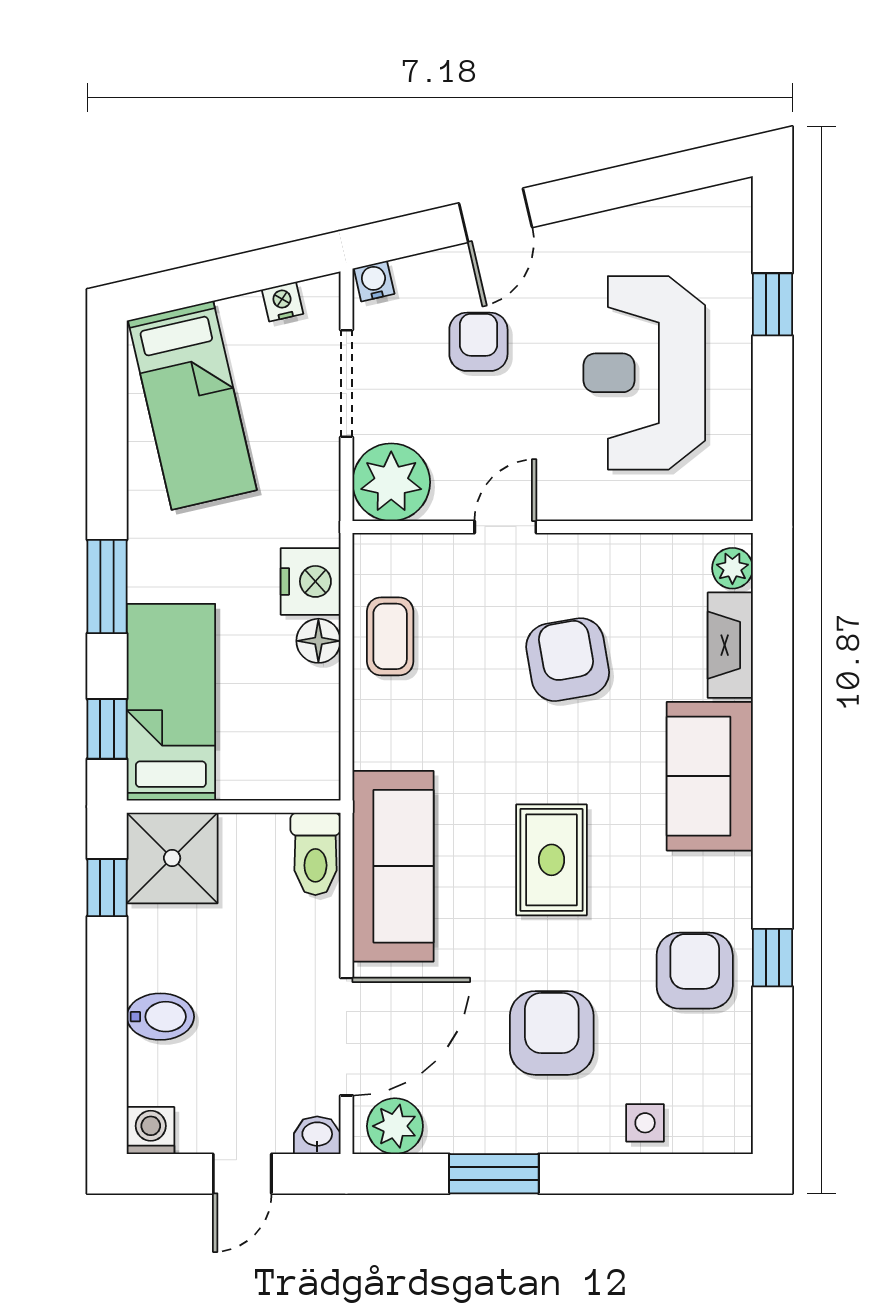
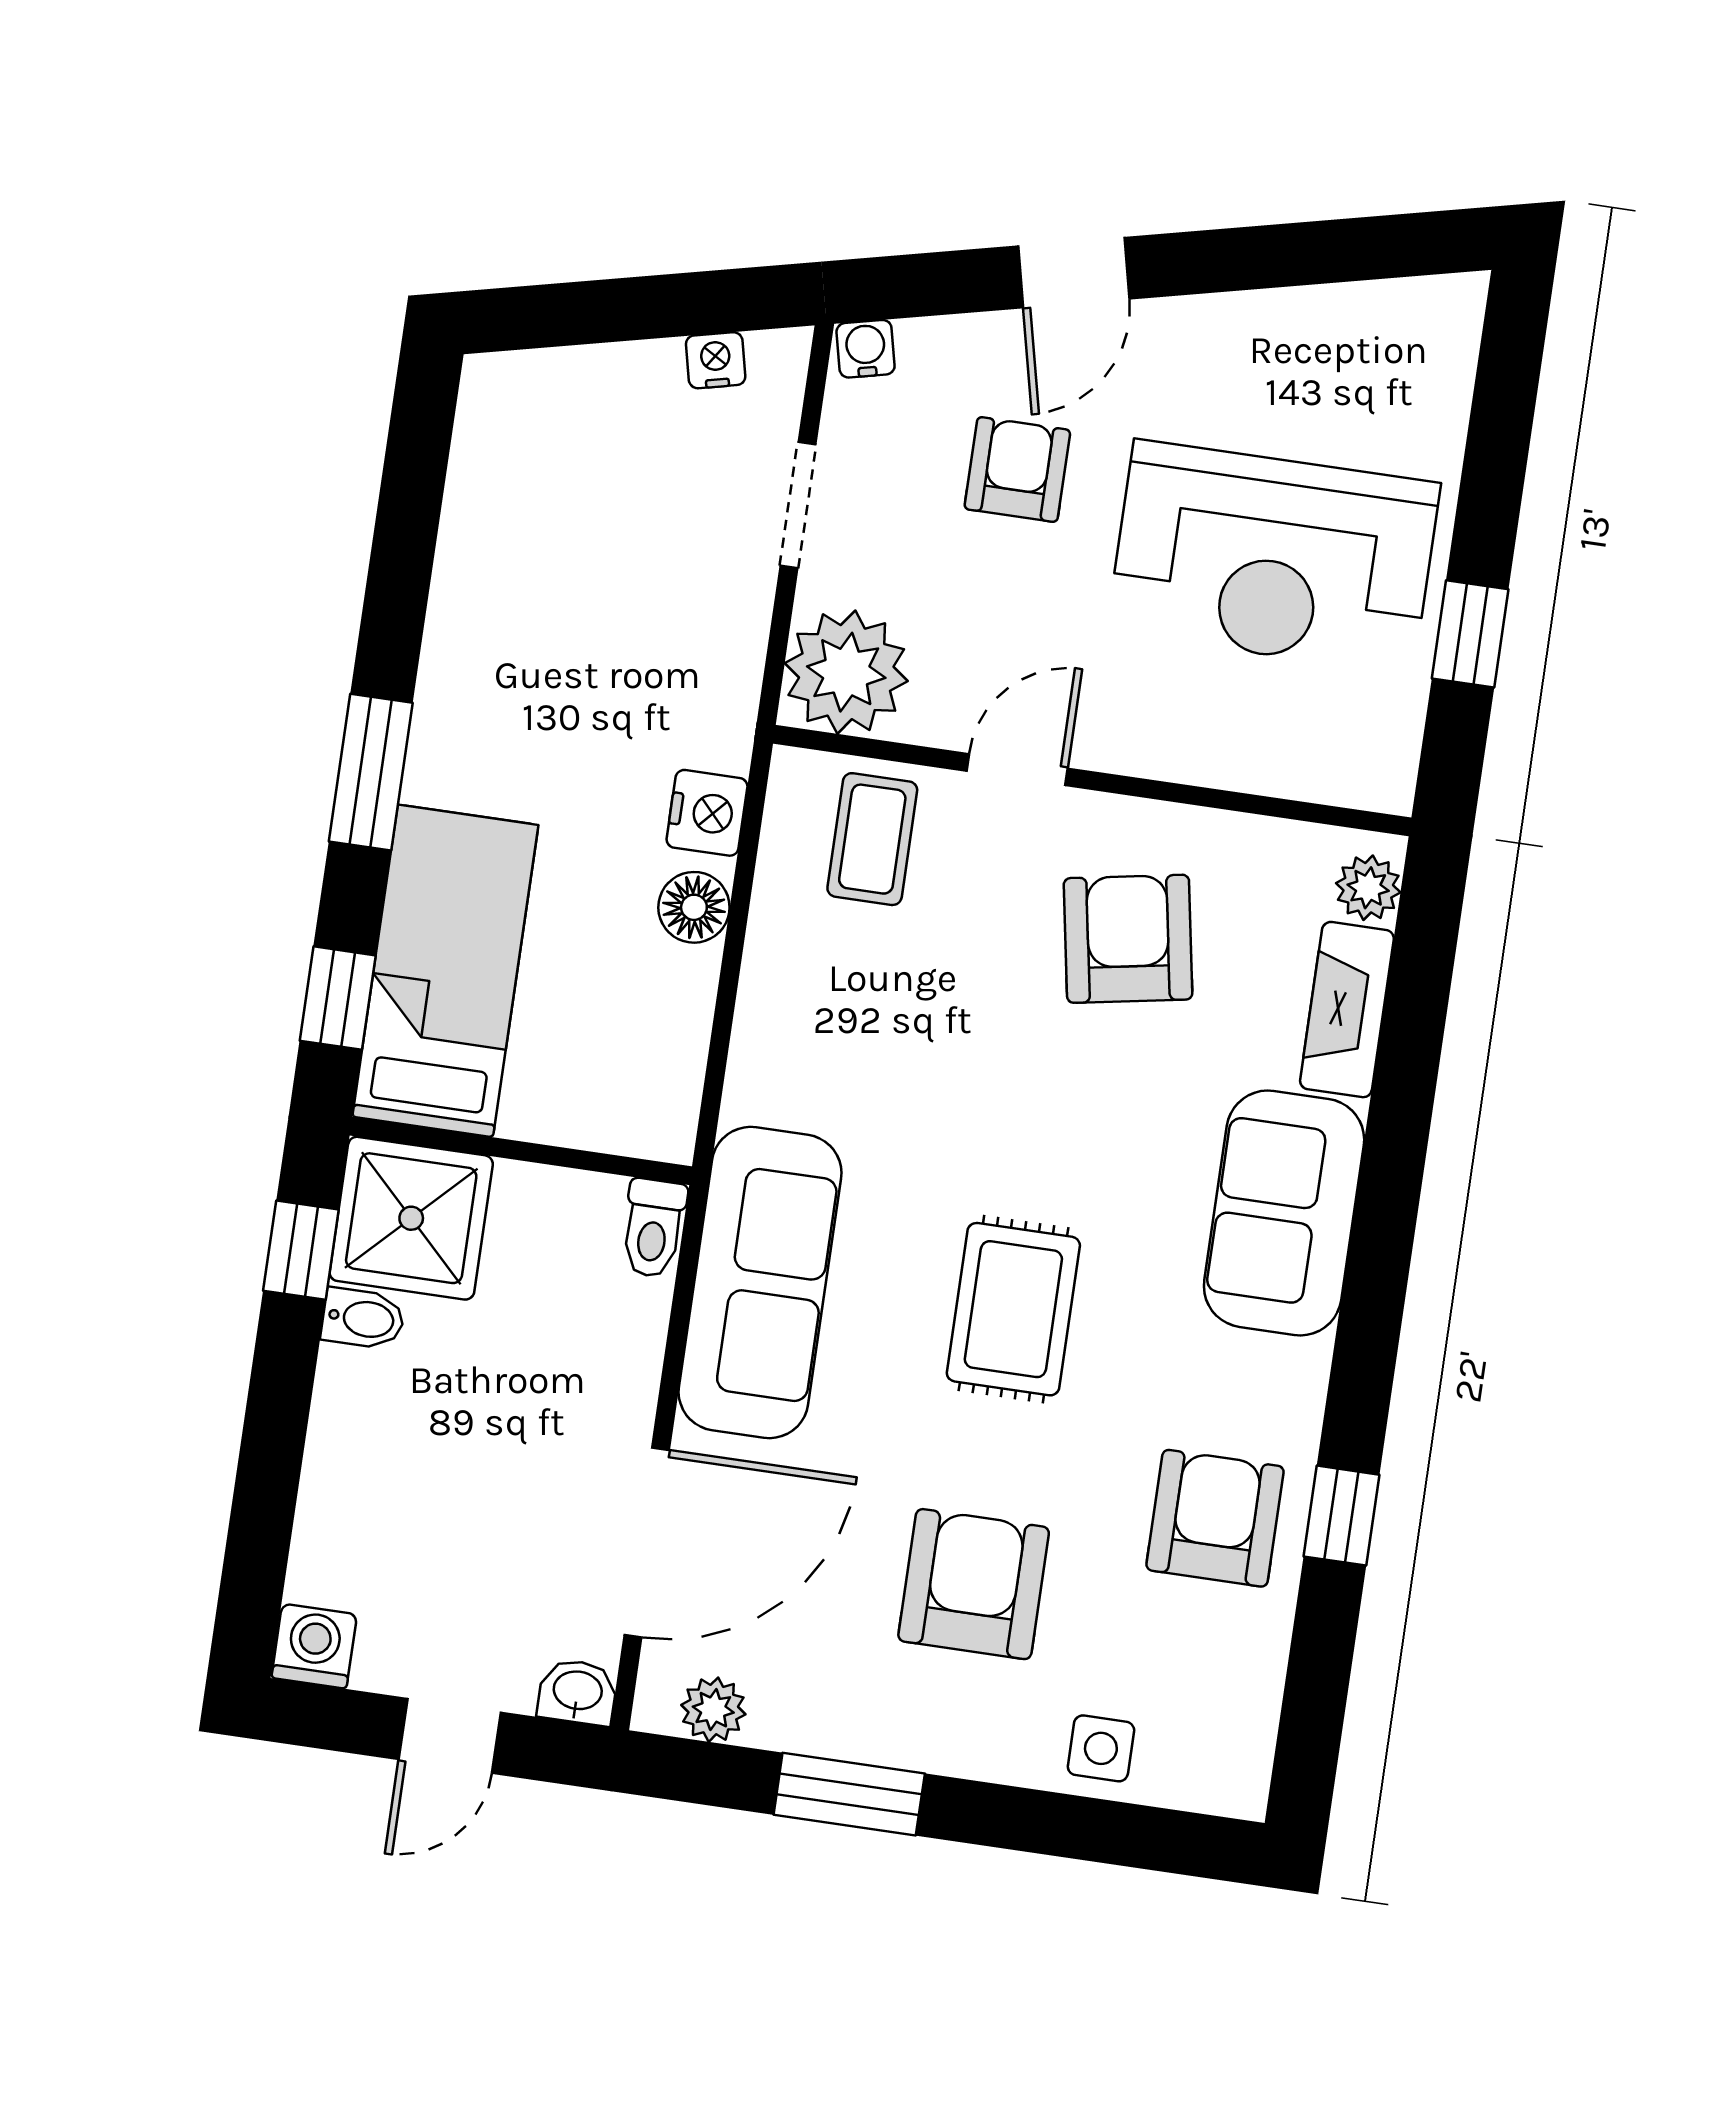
window: (772, 304) -> (1470, 634), moved
reception desk: (644, 373) -> (1274, 557), turned -90
doorway: (346, 384) -> (798, 505), width x0.73
bed: (192, 405) -> (548, 504), removed
nightstand: (311, 581) -> (707, 813), width x0.74, depth x0.75
coffee table: (390, 636) -> (872, 839), moved
armchair: (568, 660) -> (1128, 939), moved
toilet: (315, 854) -> (653, 1228), width x0.73, depth x0.72
bidet: (160, 1017) -> (363, 1319), moved, width x0.72, depth x0.74
plant: (395, 1126) -> (713, 1710), width x0.73, depth x0.73

